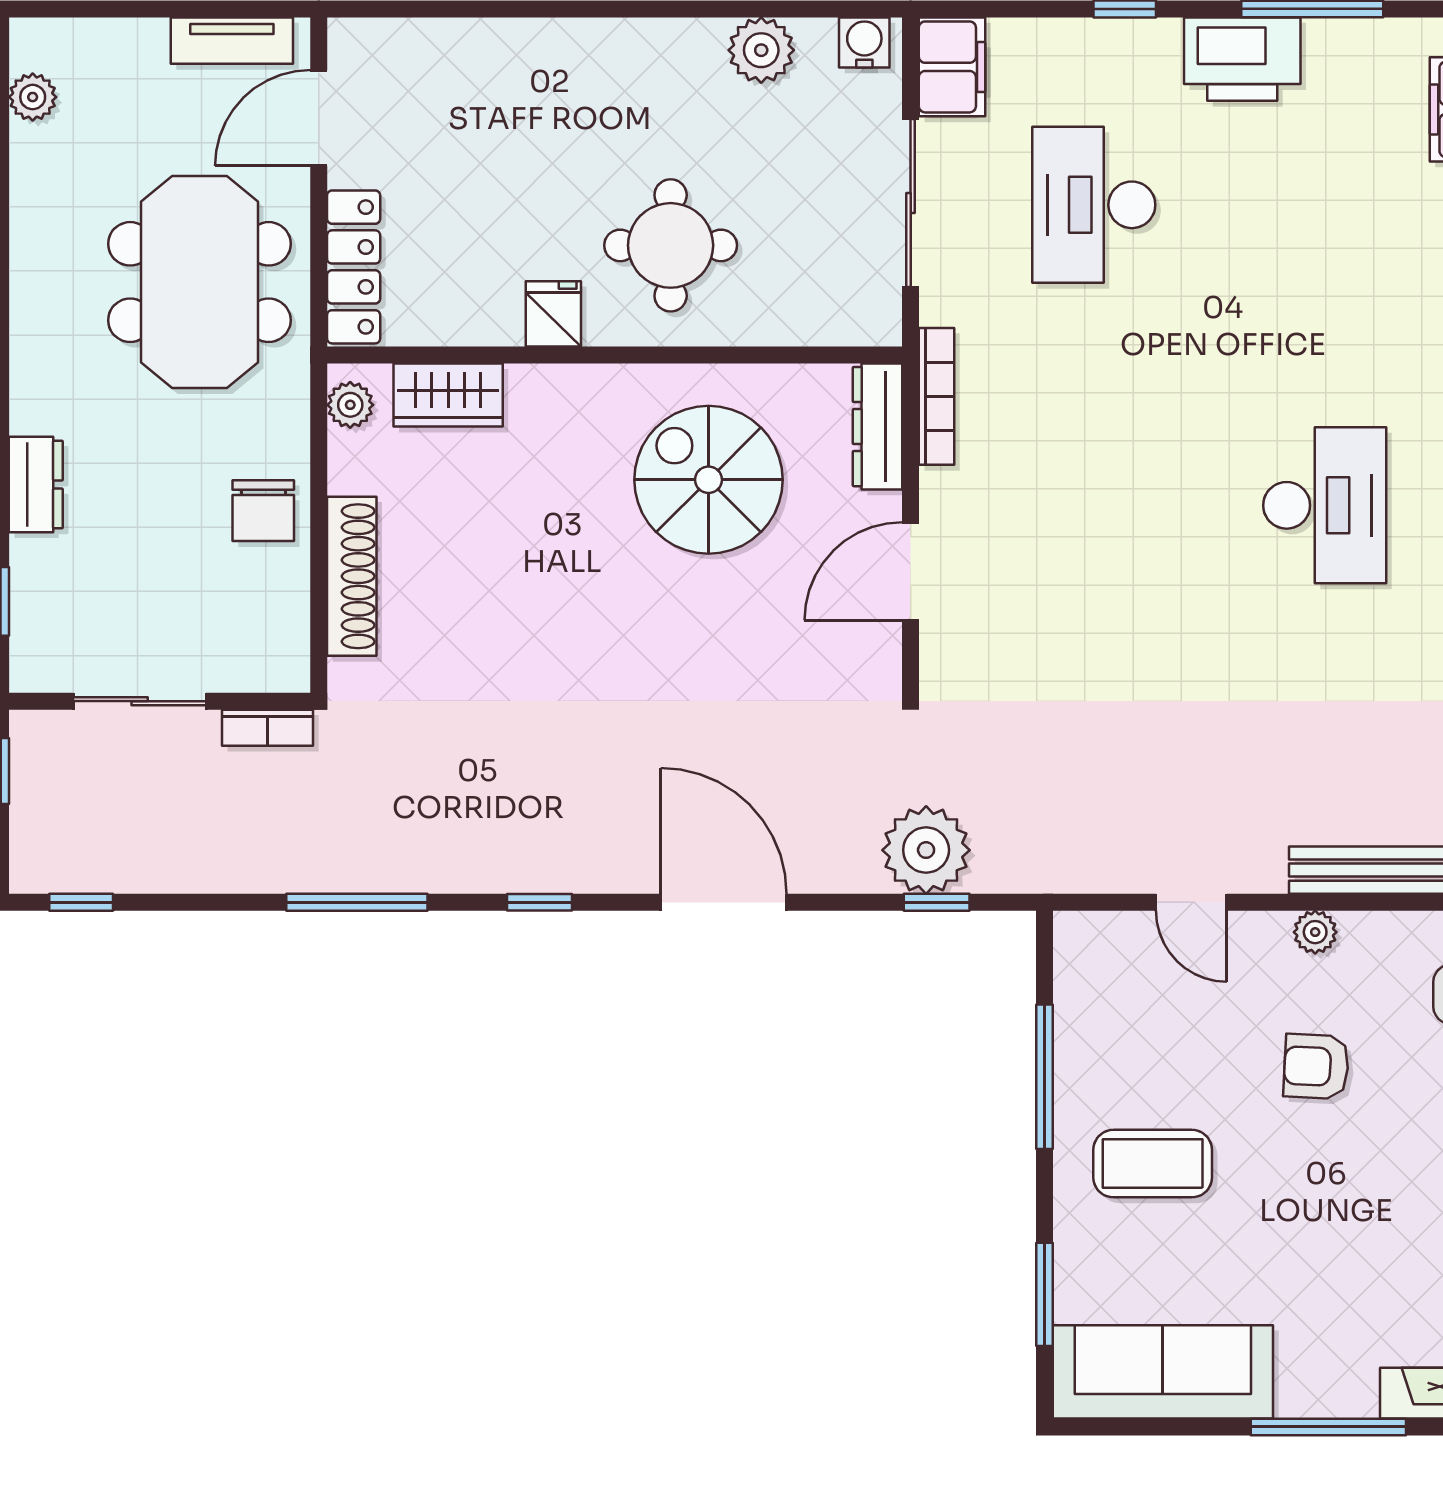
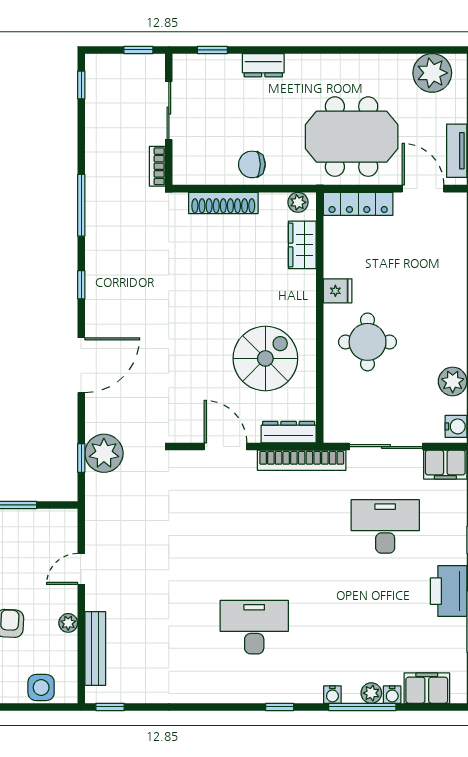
plant: (33, 97) -> (432, 73), width x1.88, depth x1.88
bookcase: (936, 396) -> (302, 460), width x1.48, depth x1.31
desk: (1325, 505) -> (254, 627), turned 180

